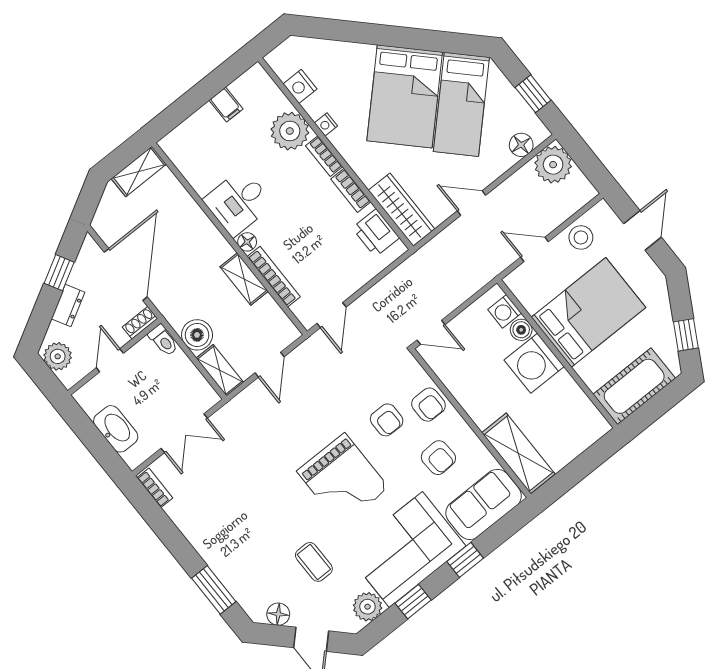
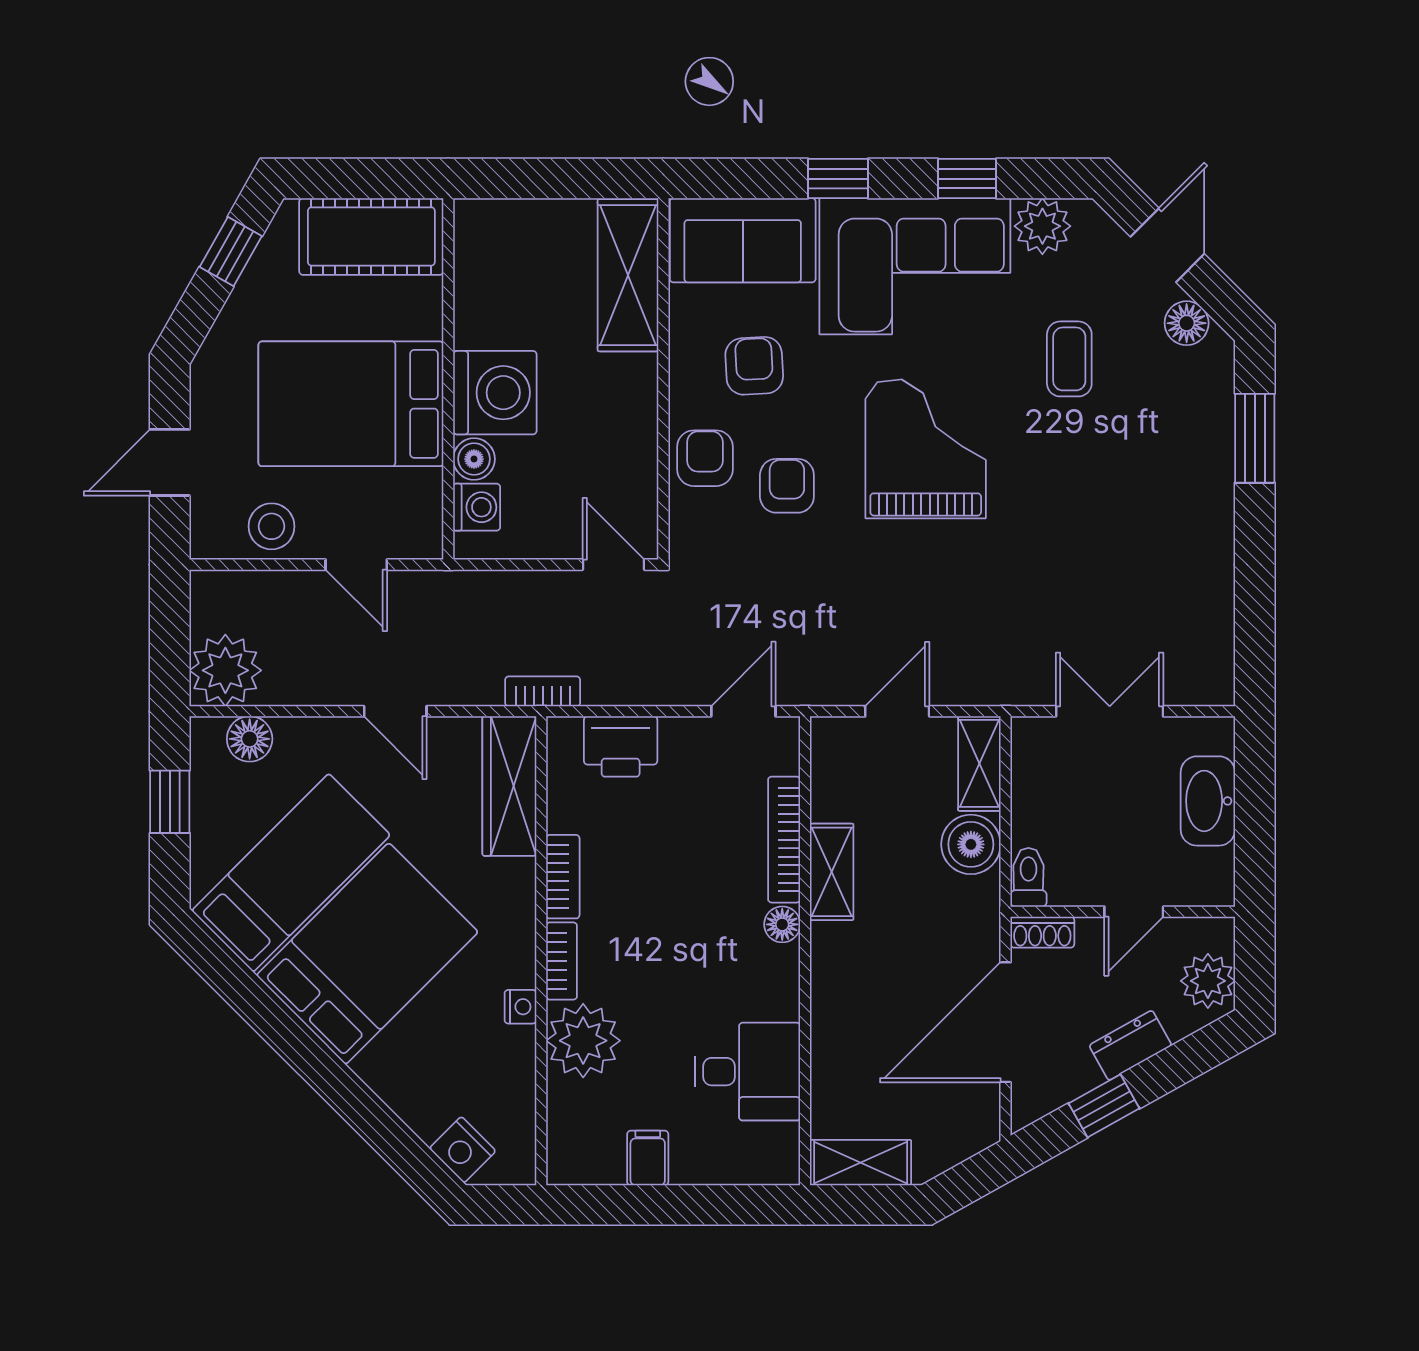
nightstand: (300, 86) -> (463, 1150), moved, turned 135
desk: (238, 202) -> (748, 1072), moved
printer: (376, 233) -> (621, 746), moved, turned 90
bookcase: (155, 488) -> (543, 691), moved, turned 90

